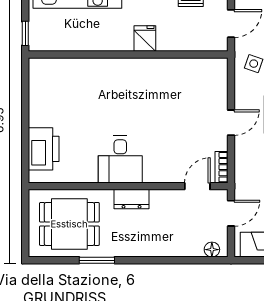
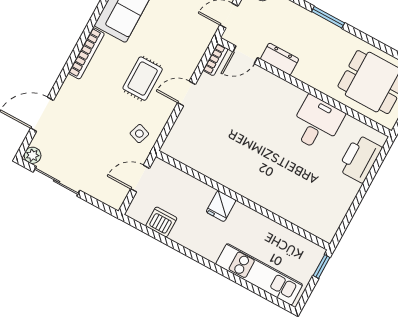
desk: (120, 160) -> (317, 123), moved
dresser: (132, 199) -> (280, 59), moved
window: (97, 260) -> (328, 17), moved

